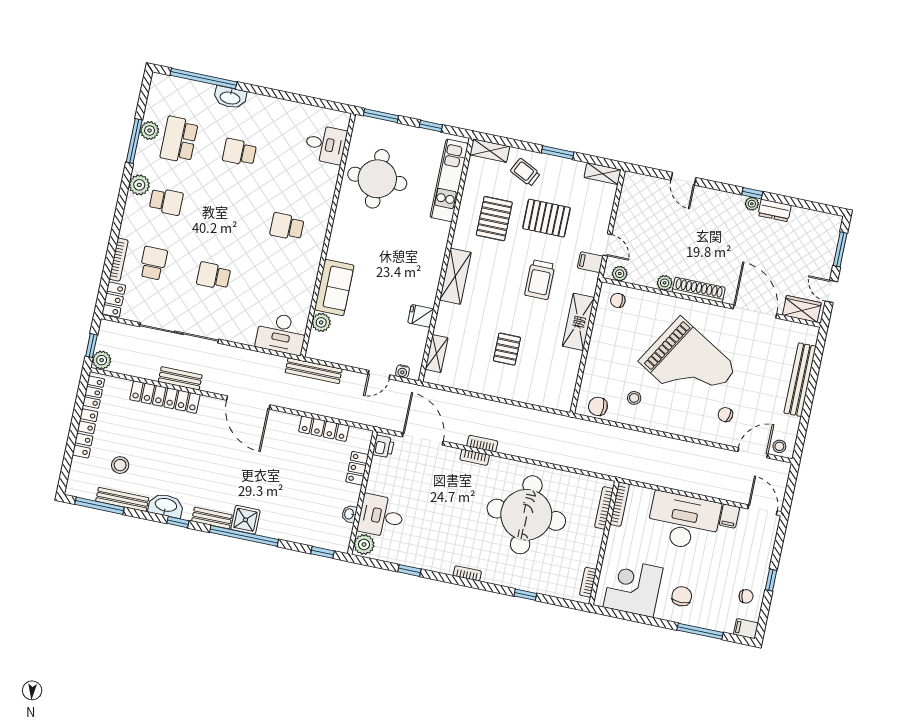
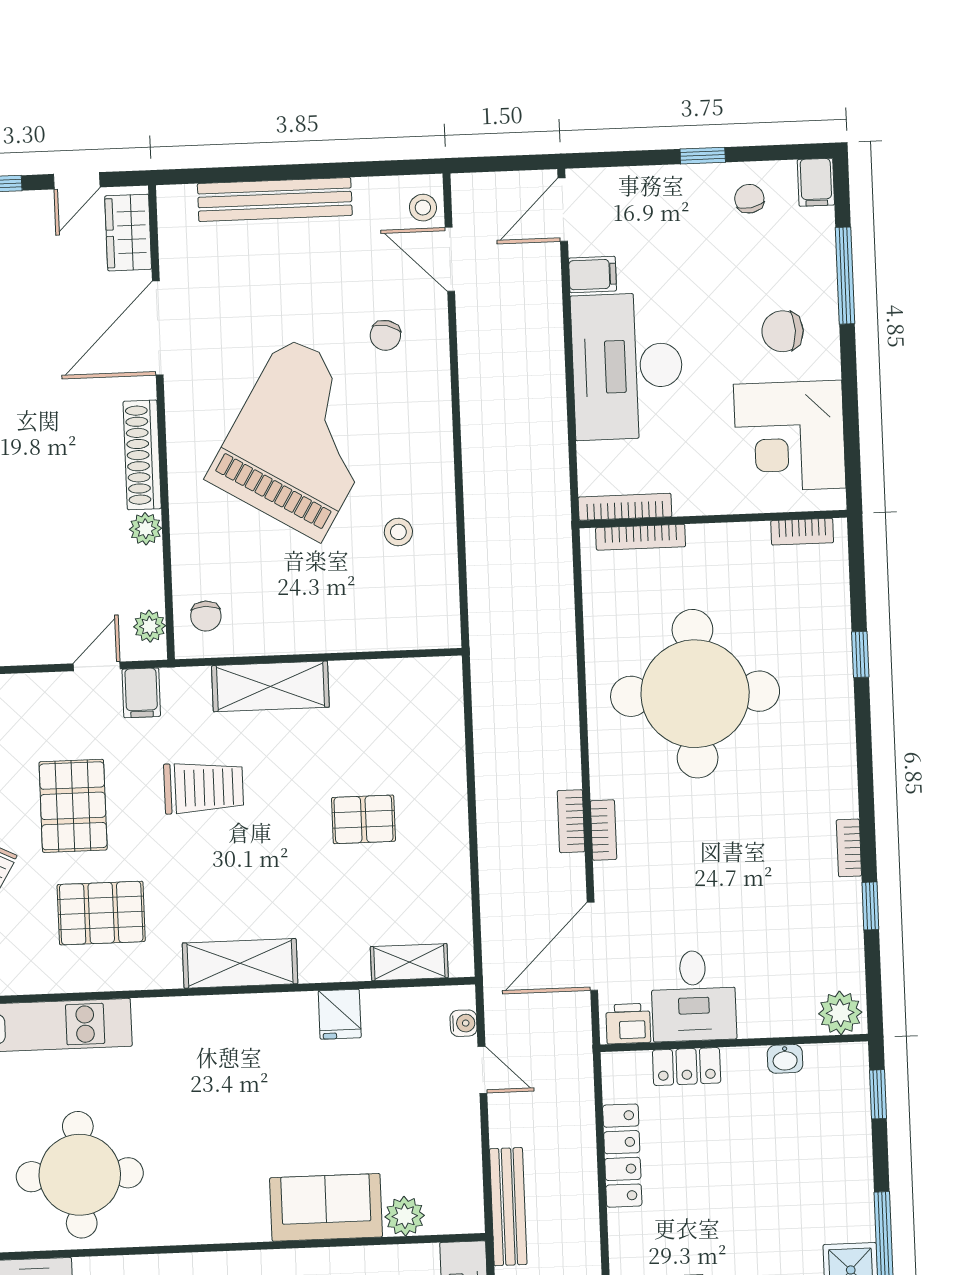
chair: (598, 406) -> (435, 602), removed
desk: (381, 516) -> (694, 996), moved
bookcase: (467, 573) -> (849, 848), moved

